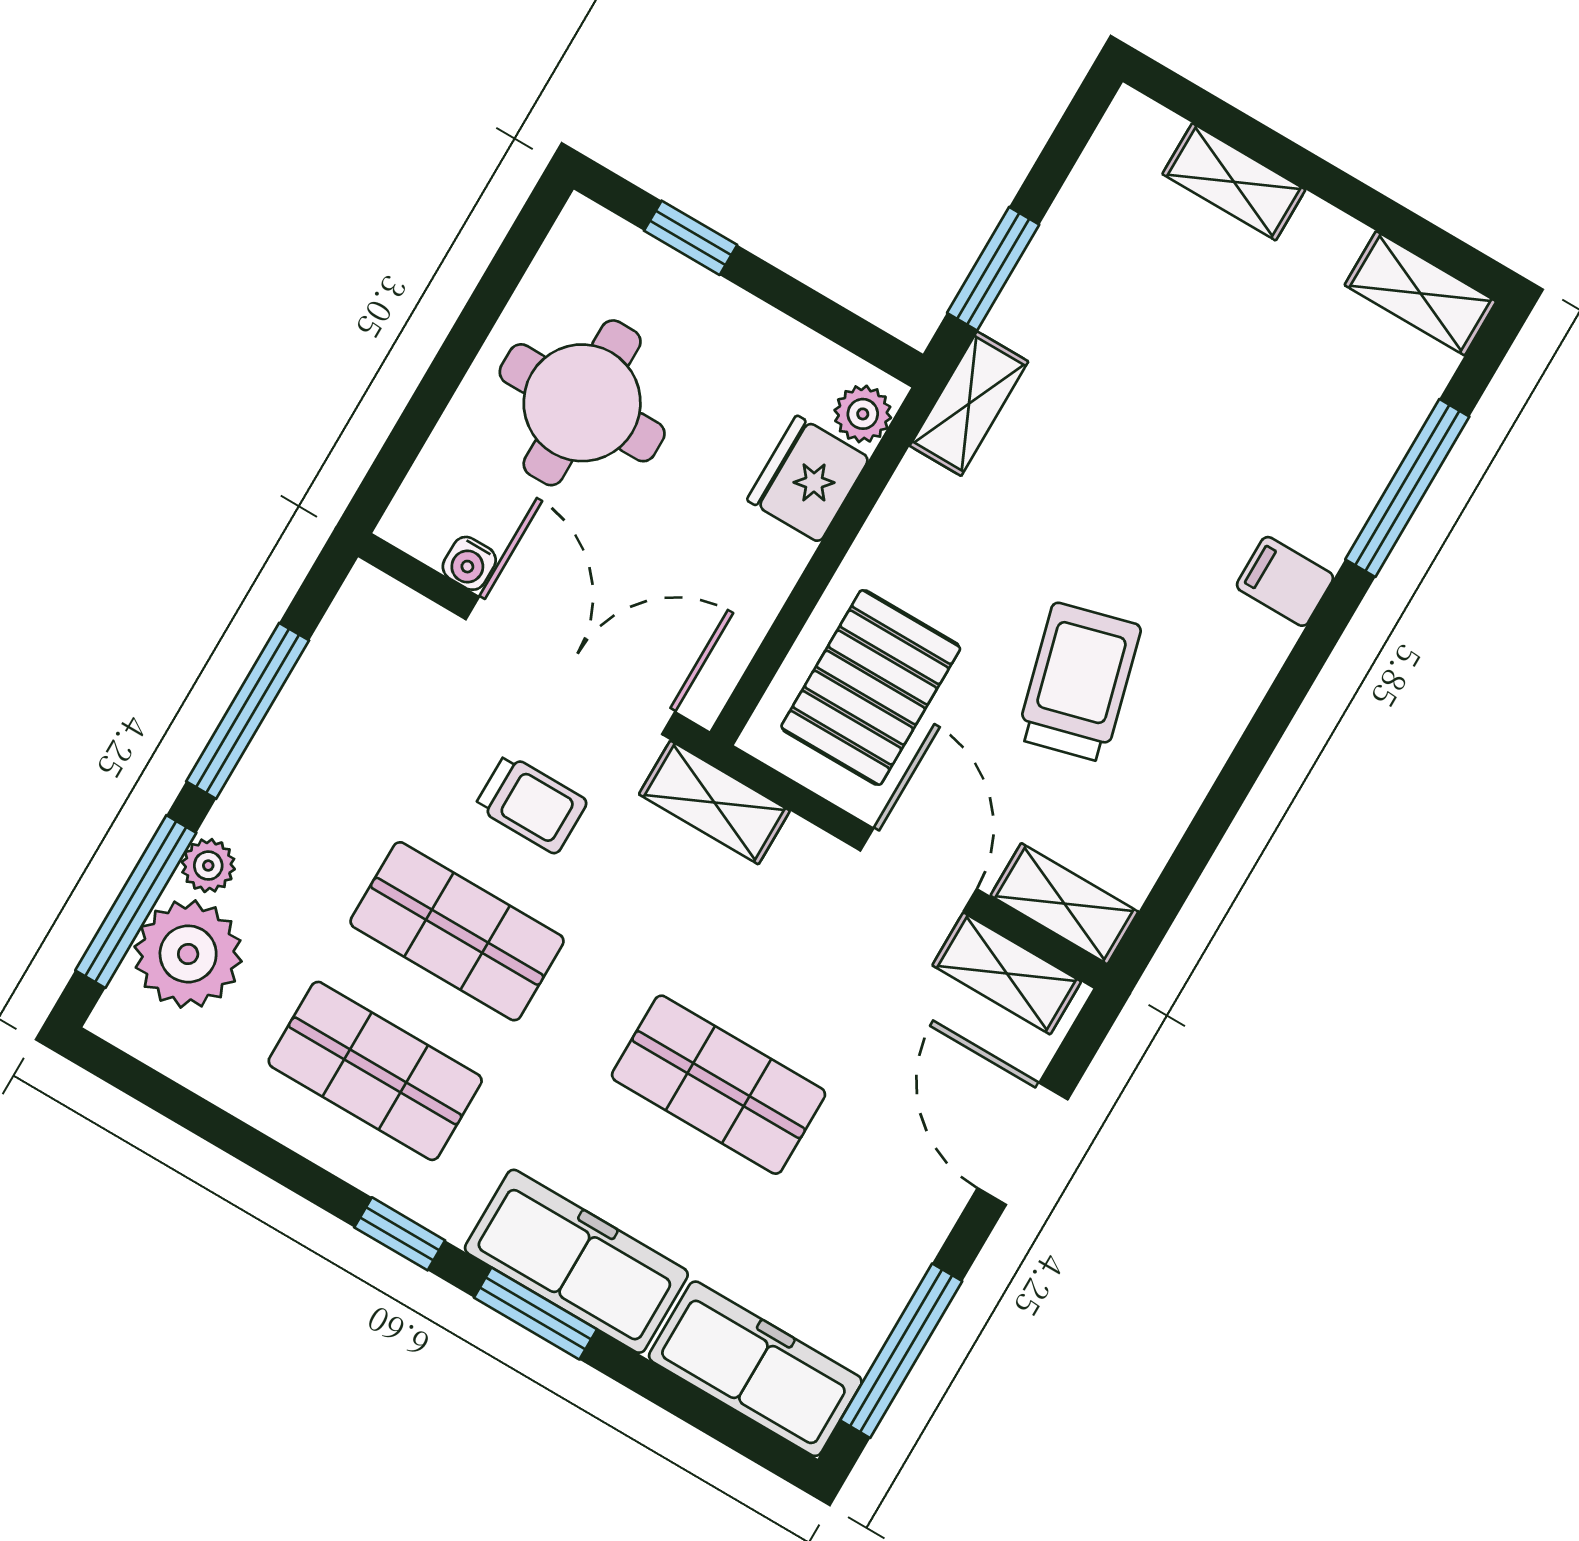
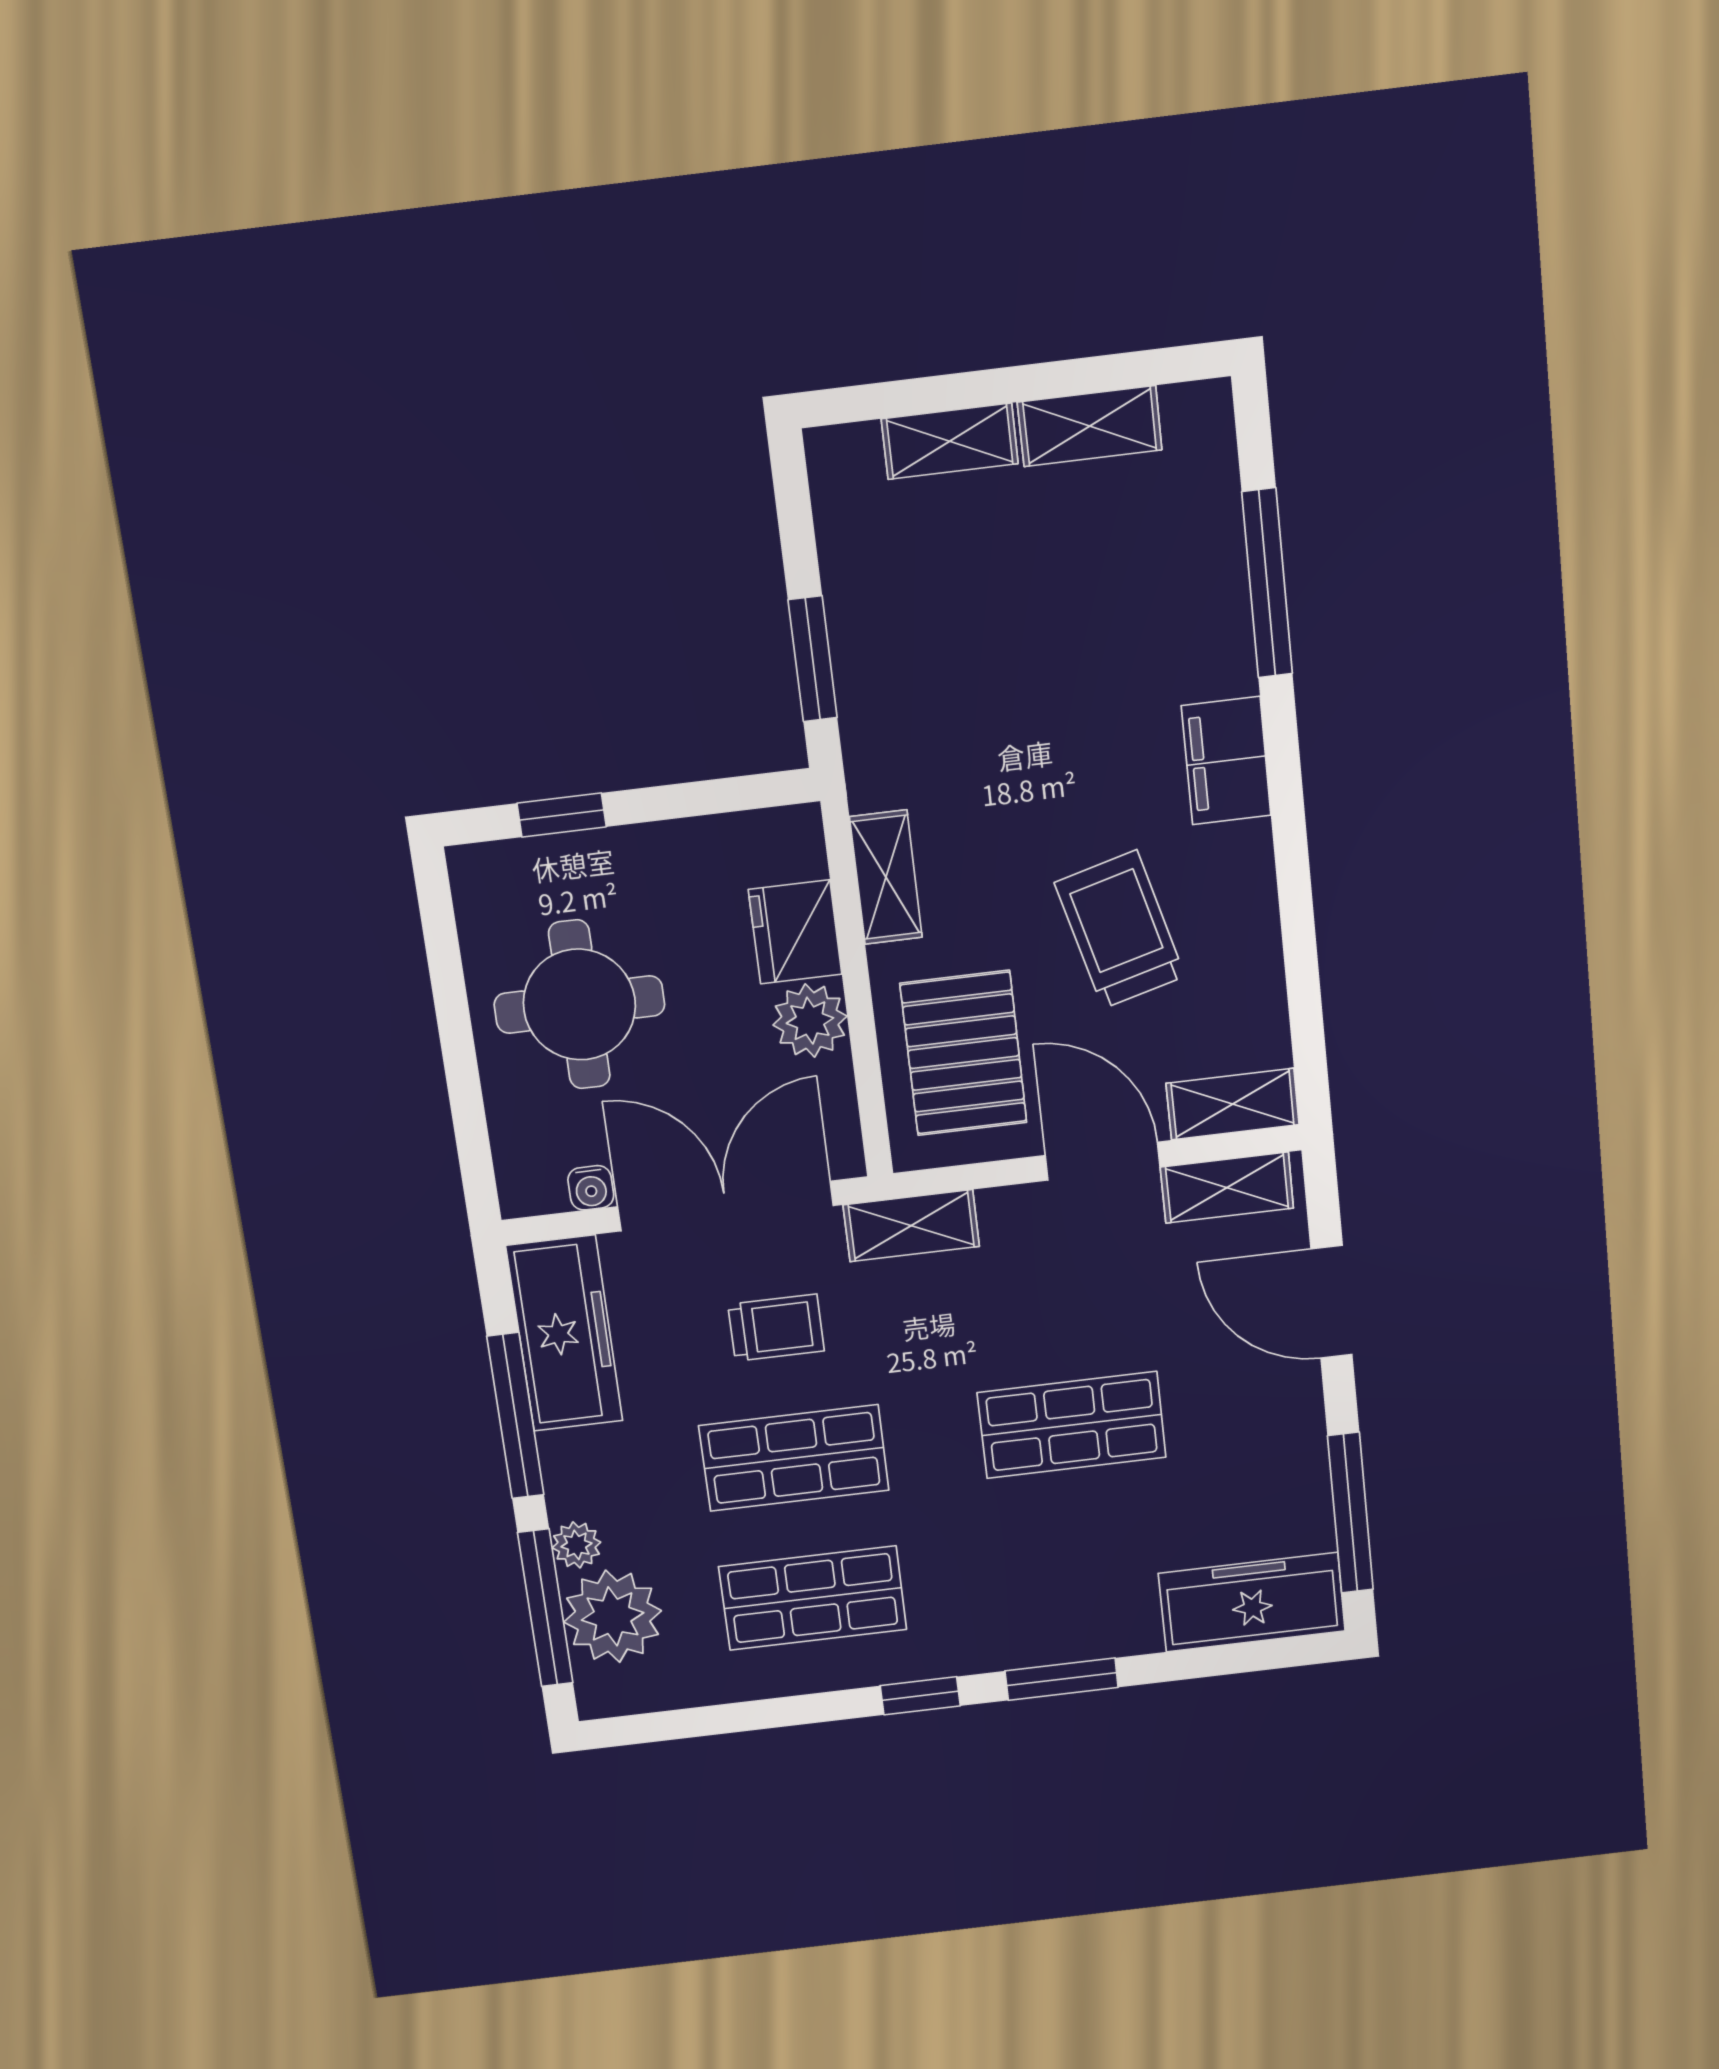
shelving: (1420, 293) -> (1090, 426), moved
shelving: (969, 404) -> (886, 877), moved
plant: (863, 414) -> (810, 1021), moved, width x1.38, depth x1.38
filing cabinet: (1285, 581) -> (1226, 761), width x2.00
freezer: (576, 1261) -> (564, 1333), moved, turned 90

